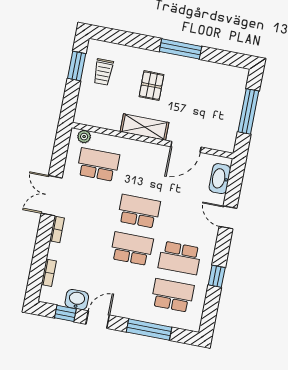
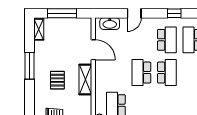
shelving: (231, 73) -> (39, 29), added
pallet: (152, 86) -> (57, 80), turned 90
school desk: (132, 249) -> (167, 73), turned 180

